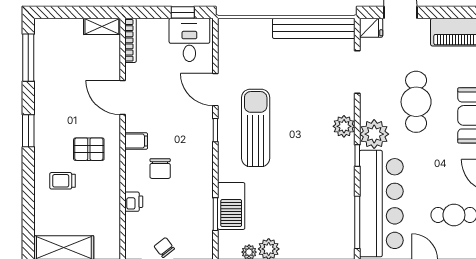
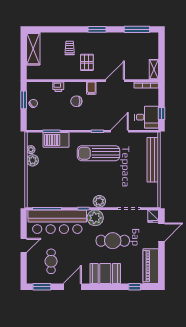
bench: (314, 28) -> (153, 160), moved
sun lounger: (256, 128) -> (99, 153), turned 180

